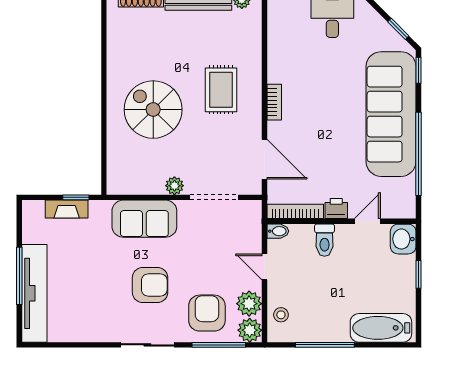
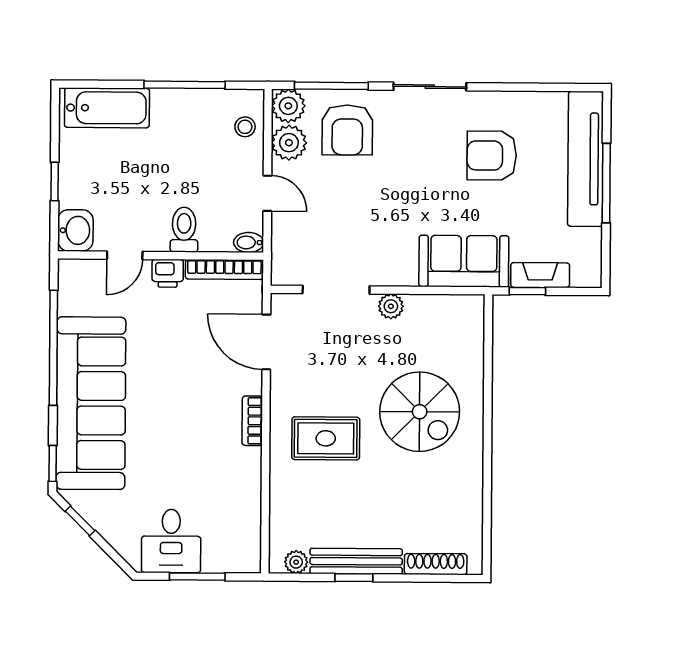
rug: (221, 90) -> (326, 438), turned 90
sofa: (144, 219) -> (464, 261), moved
armchair: (150, 285) -> (492, 156), moved

